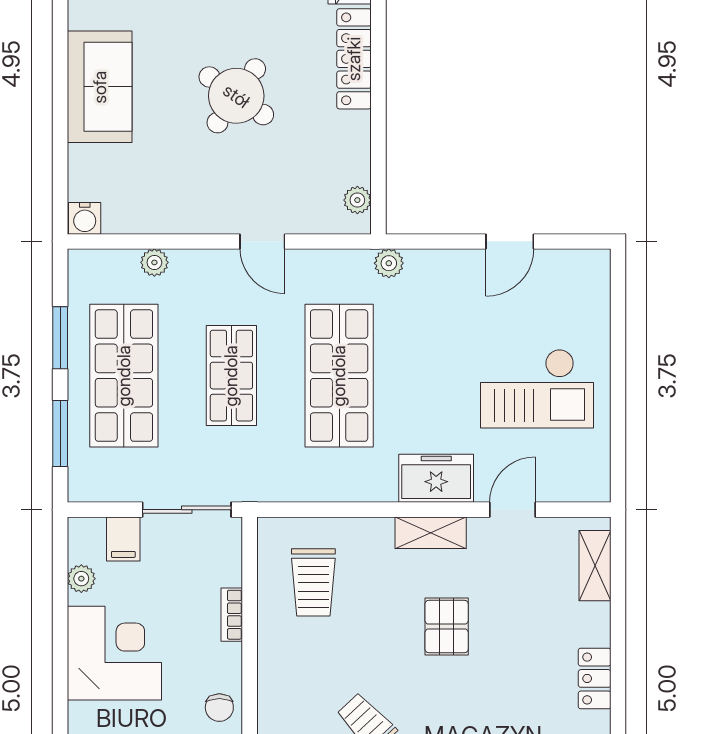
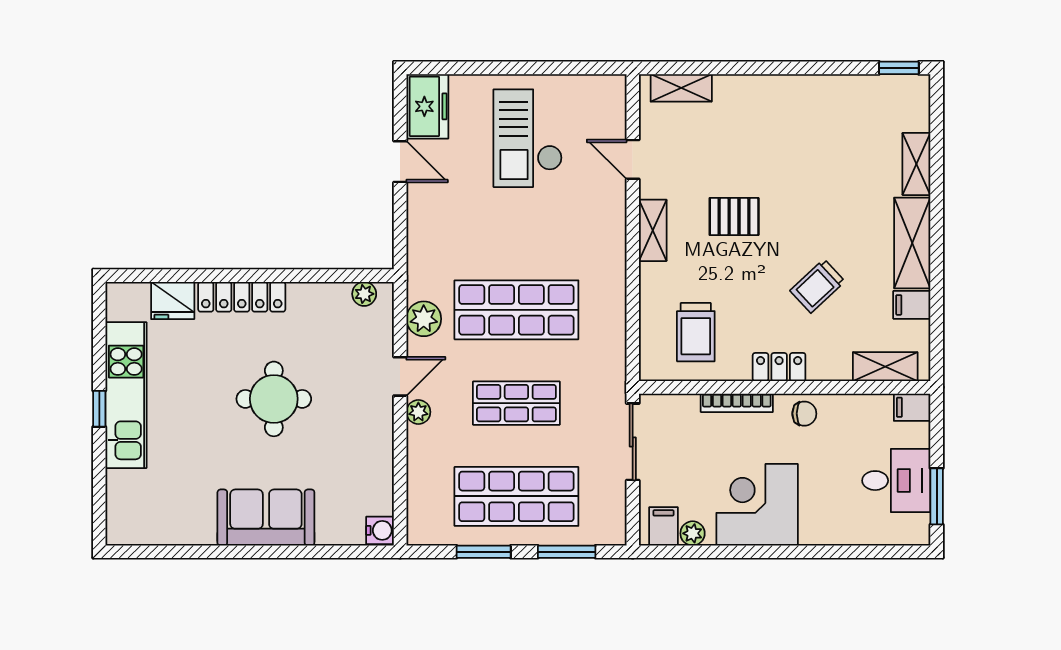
round table: (236, 96) -> (274, 399), turned -35
plant: (154, 262) -> (418, 412), moved
plant: (389, 263) -> (424, 319), moved, width x1.38, depth x1.38
checkout: (537, 389) -> (528, 138), turned 180
freezer: (436, 478) -> (427, 106), moved, turned 180
filing cabinet: (123, 539) -> (663, 526), moved, turned -90
trolley: (313, 582) -> (696, 332), turned 90
bookcase: (232, 615) -> (737, 403), width x1.56
locker: (595, 678) -> (779, 367), moved, turned 180

